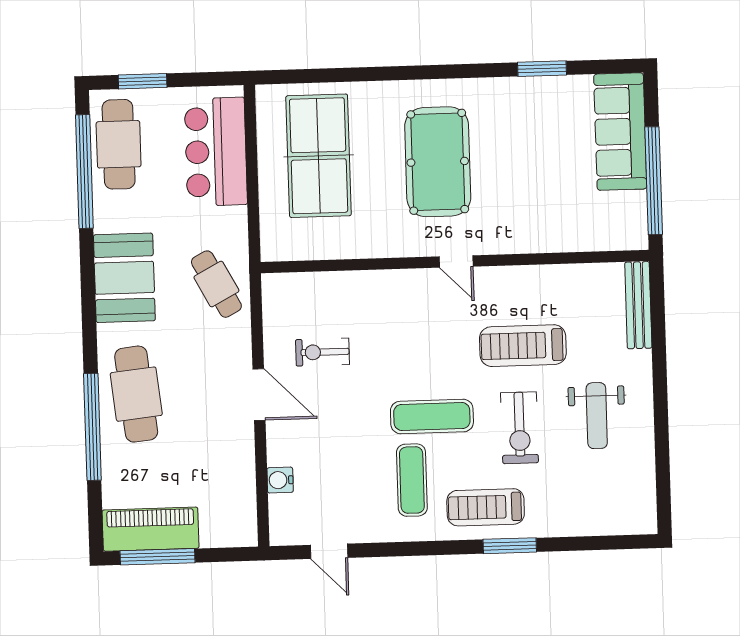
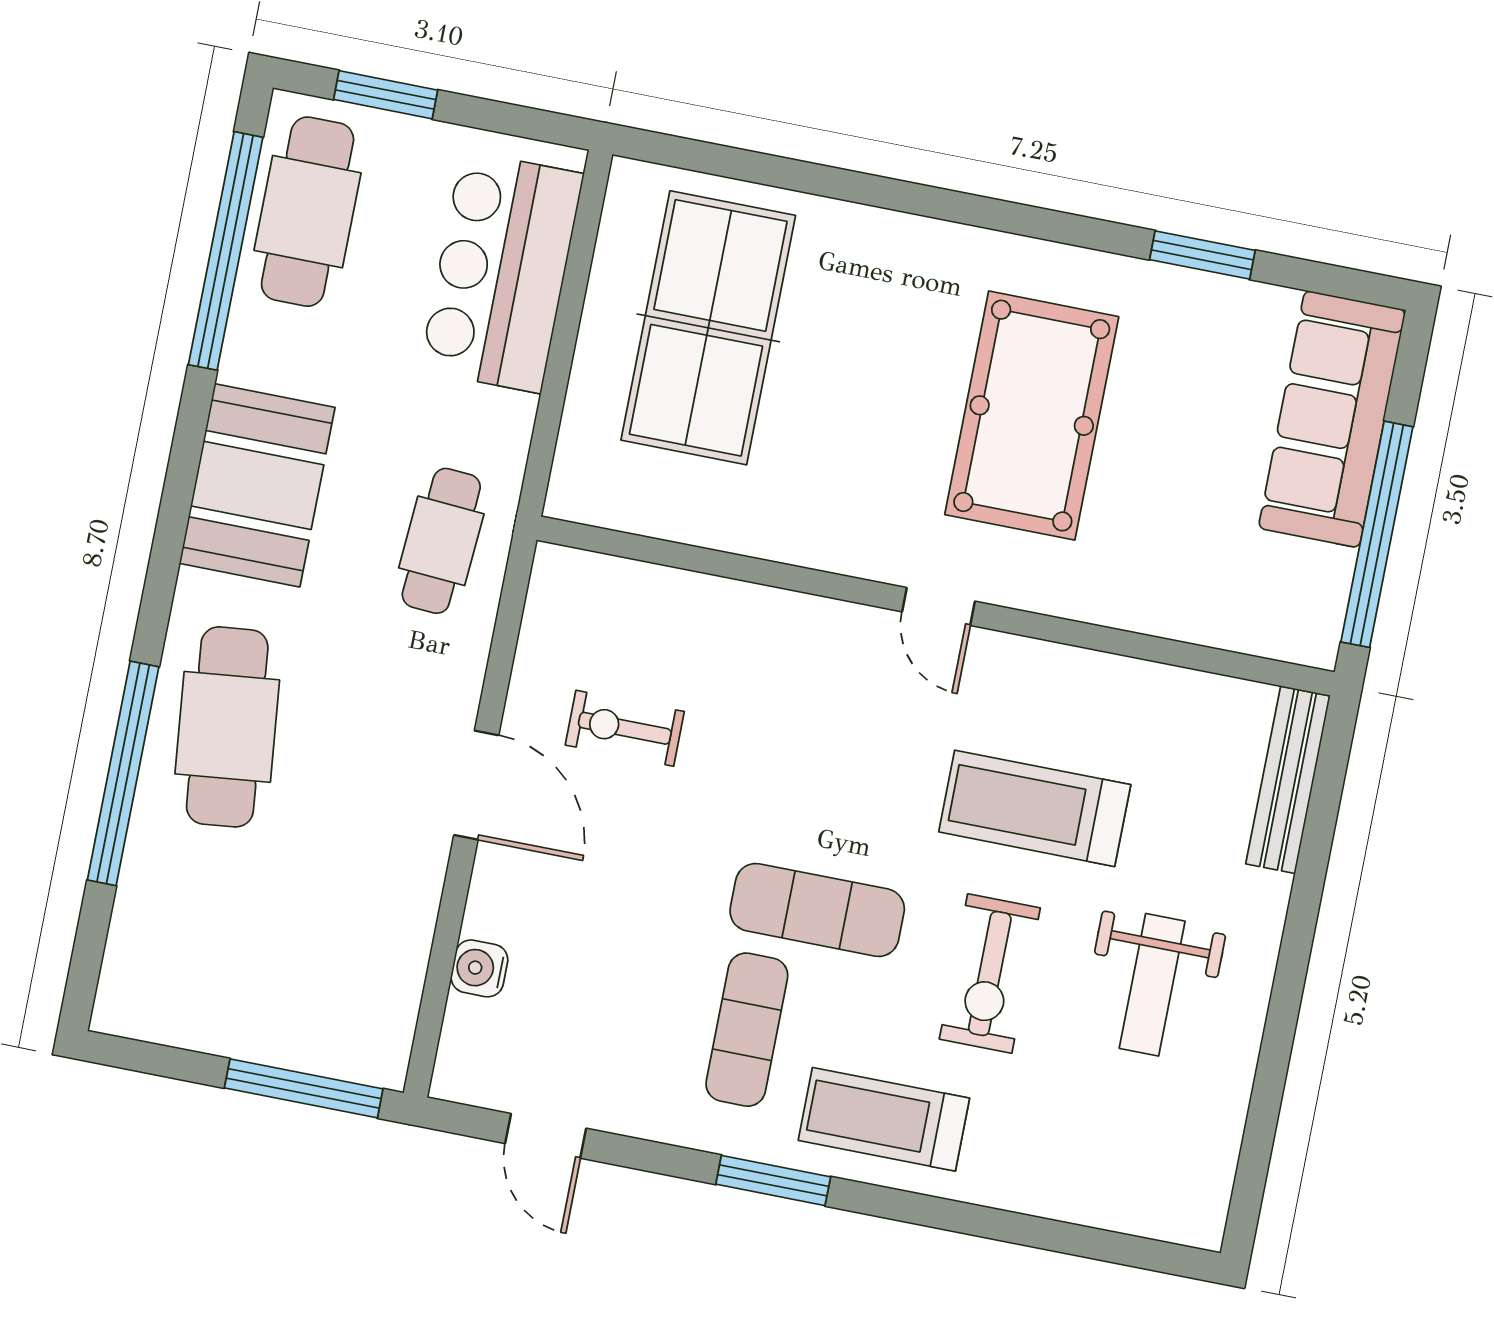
pool table: (438, 162) -> (1032, 416), moved
cafe table: (216, 284) -> (441, 541), turned 32
piano: (151, 529) -> (194, 1008), removed
window: (510, 546) -> (773, 1180), moved
window: (157, 557) -> (304, 1088), moved

